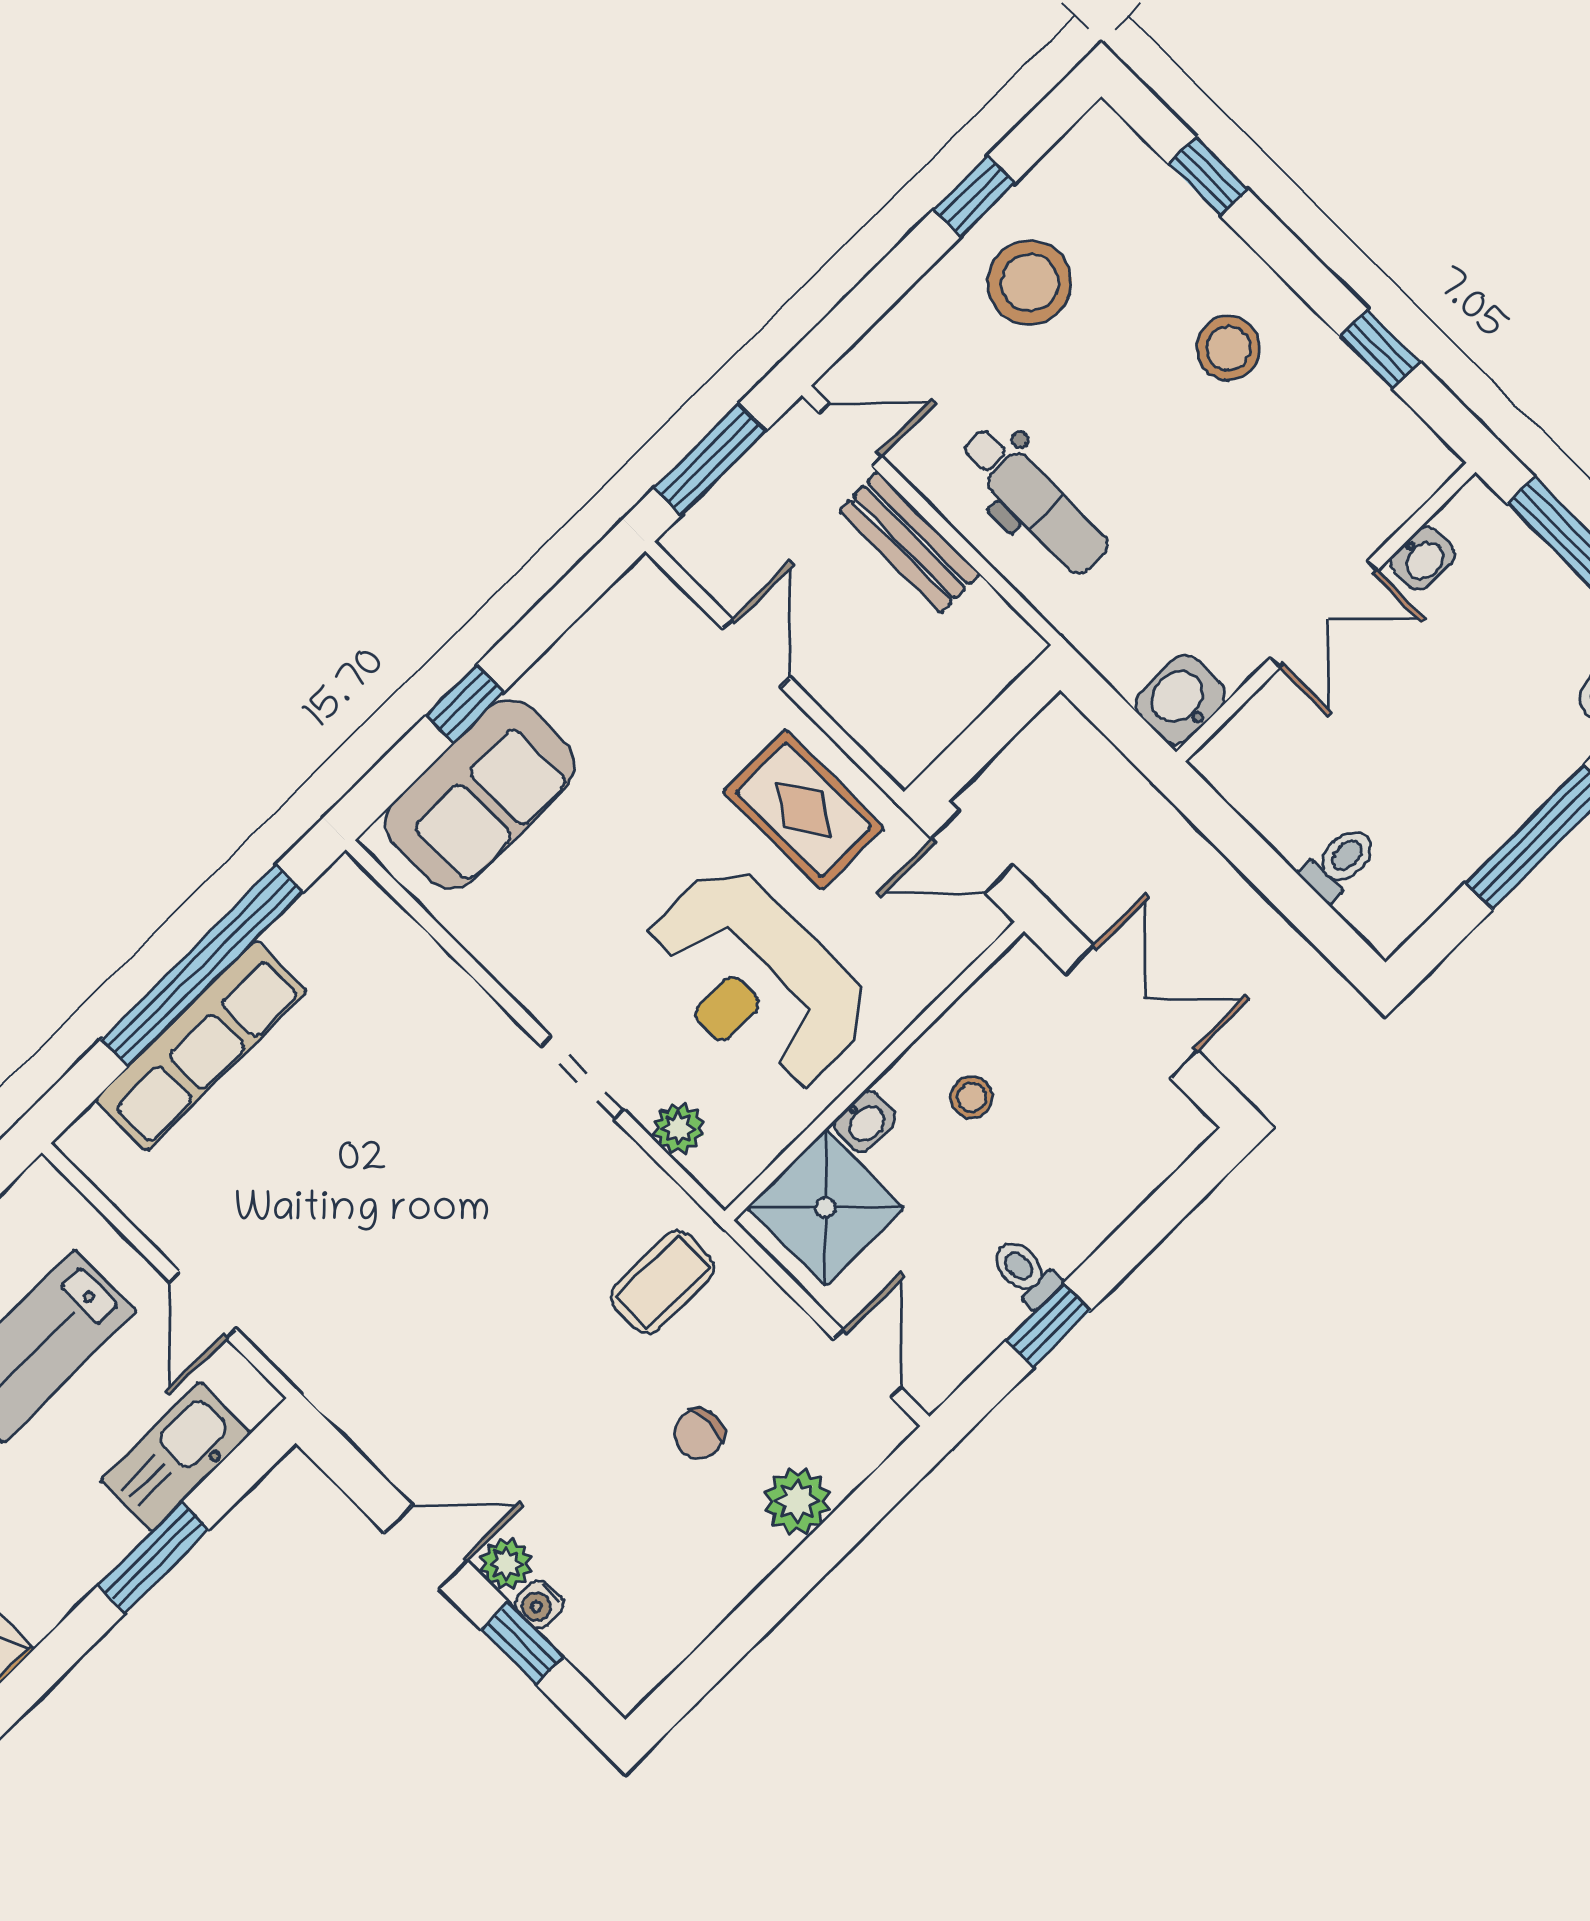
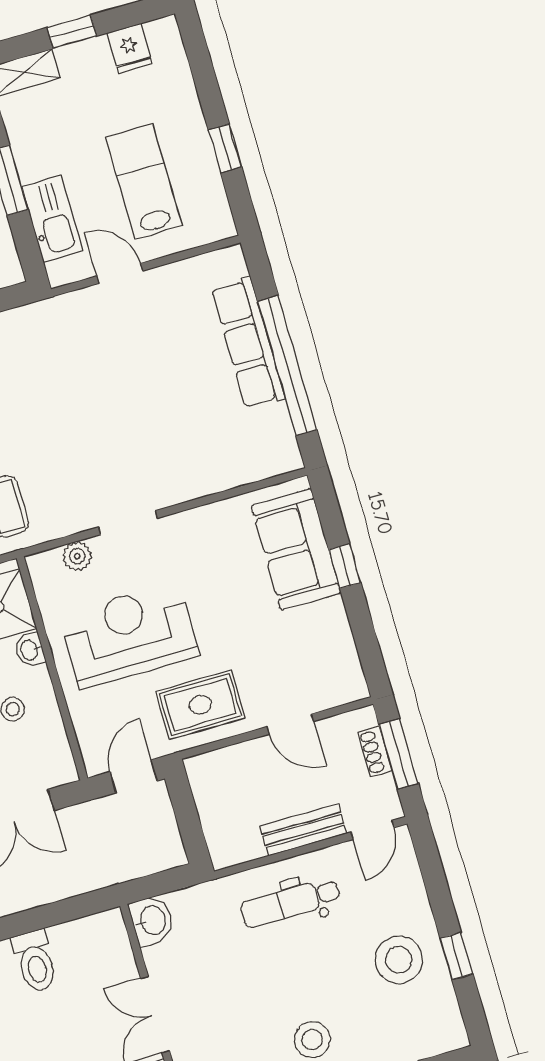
shoe rack: (726, 498) -> (375, 751), added
toilet: (1340, 863) -> (35, 961), width x1.37, depth x1.39

